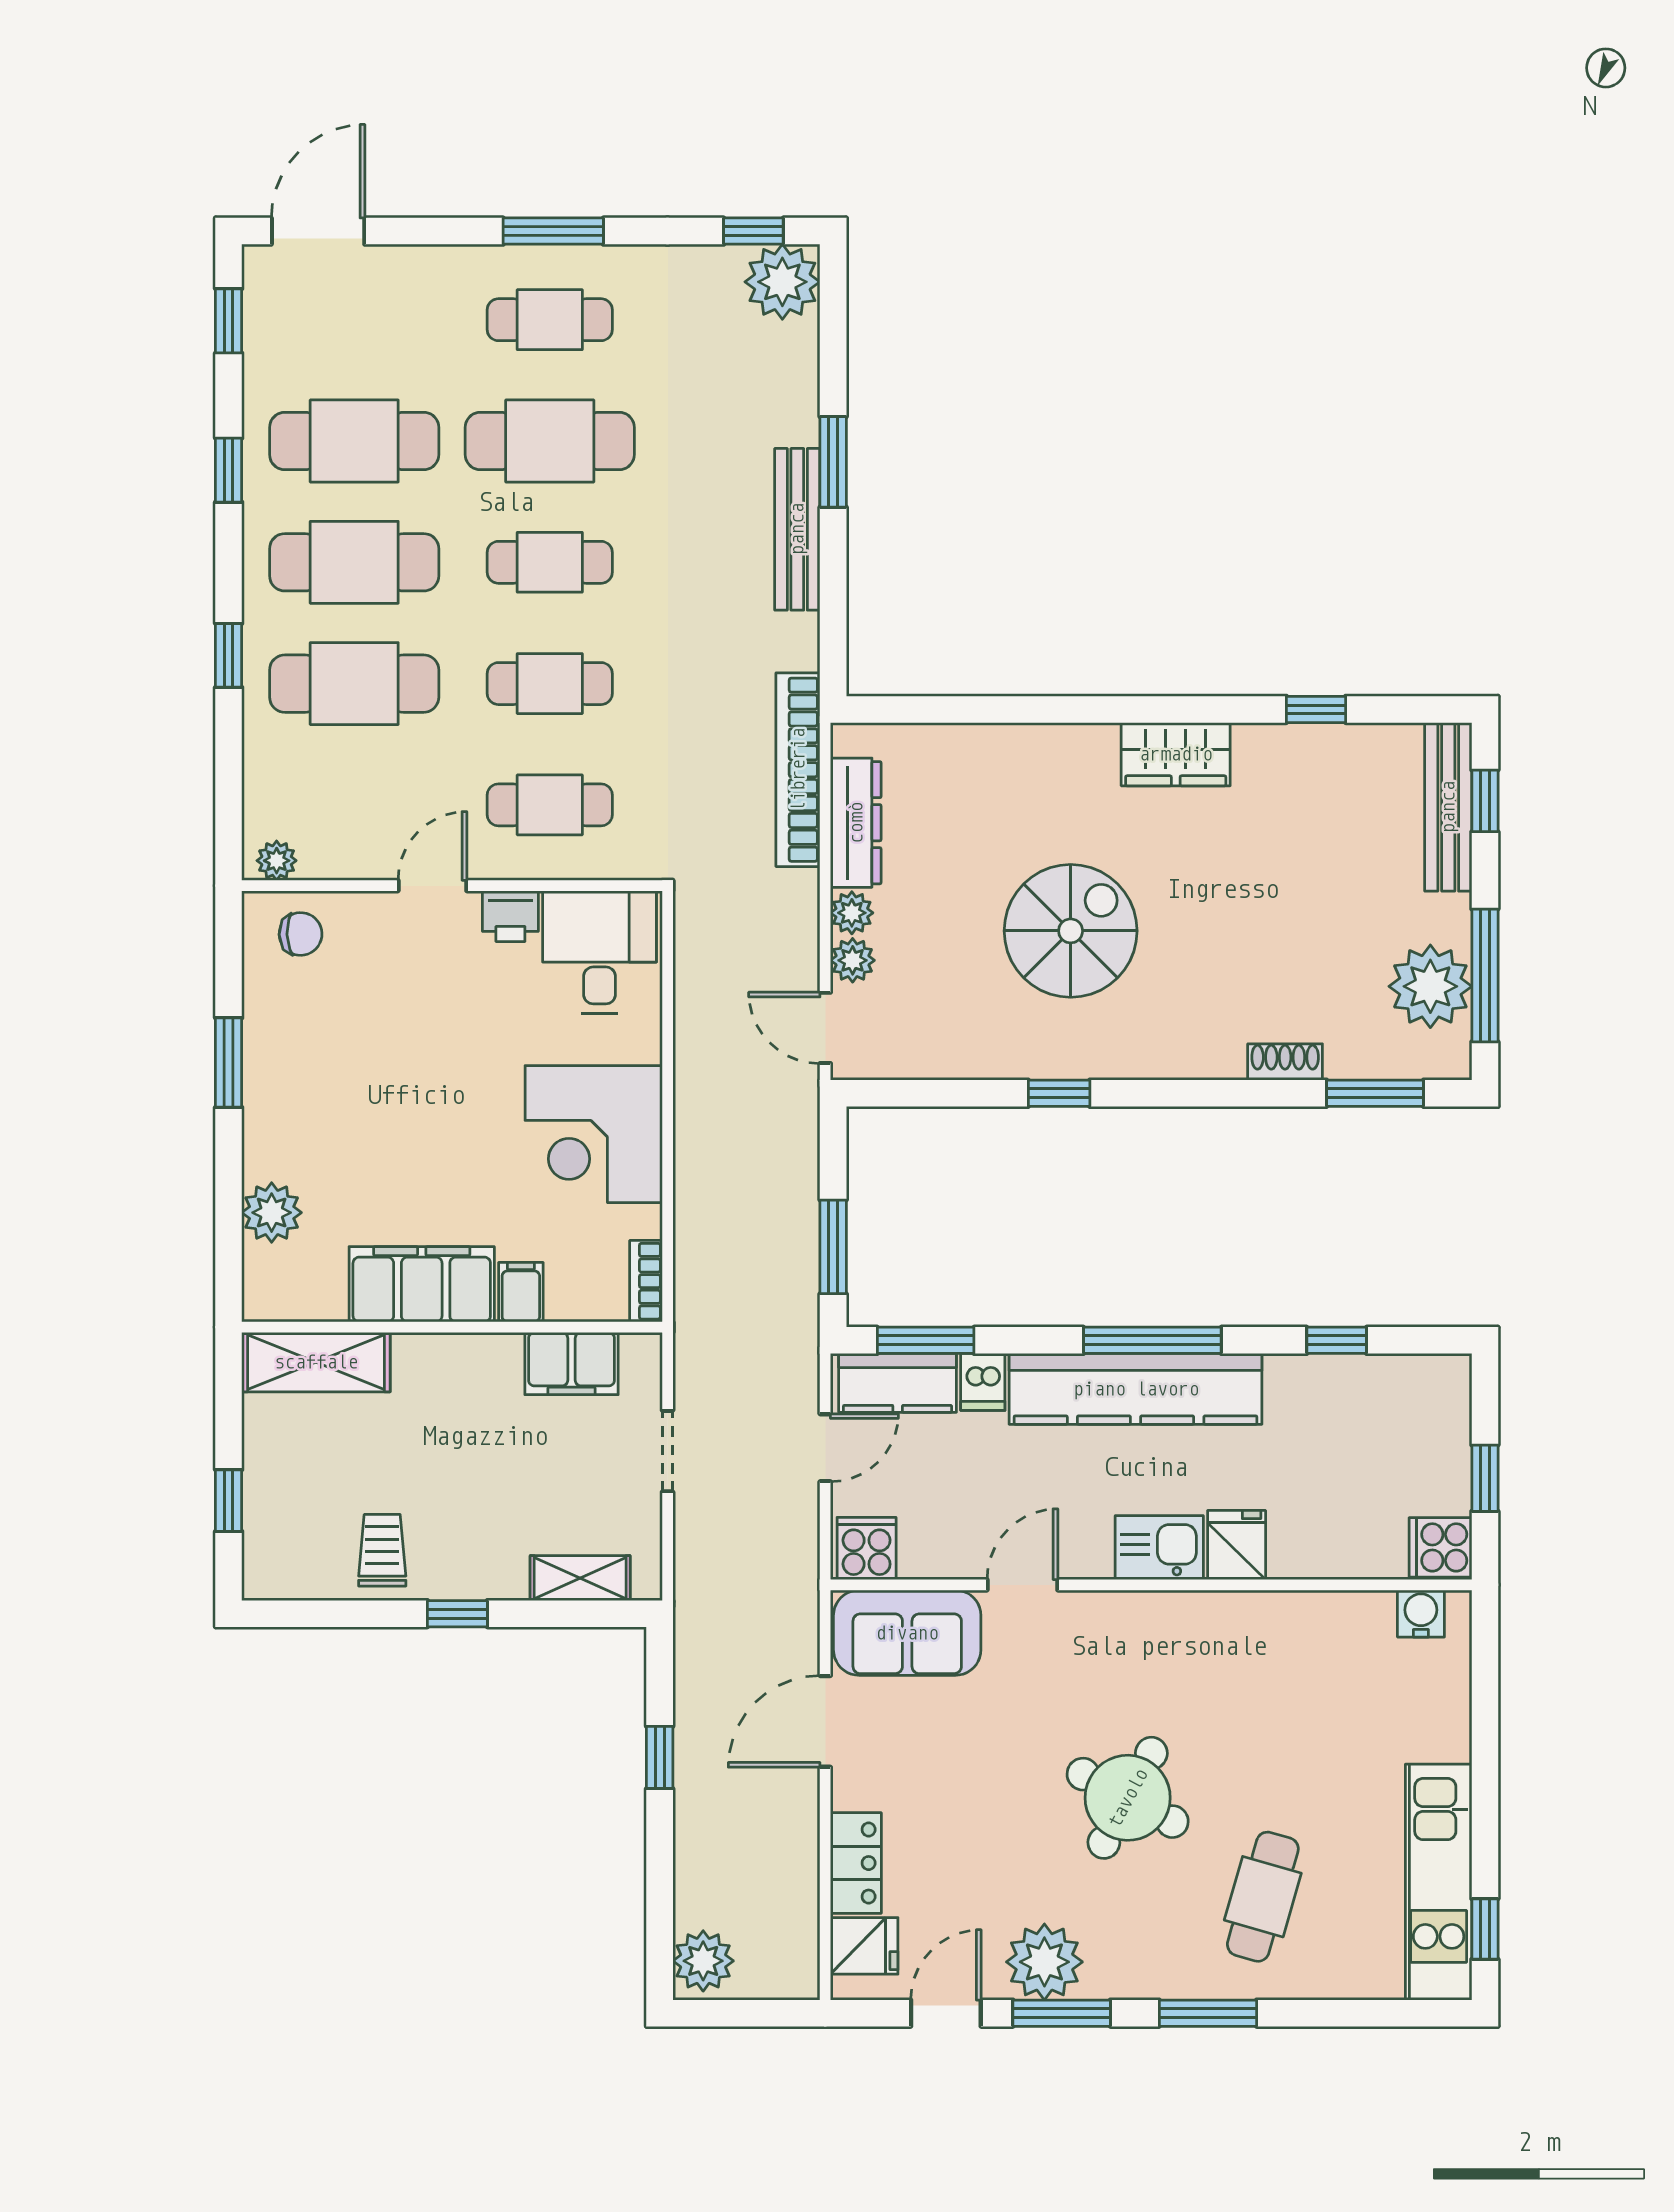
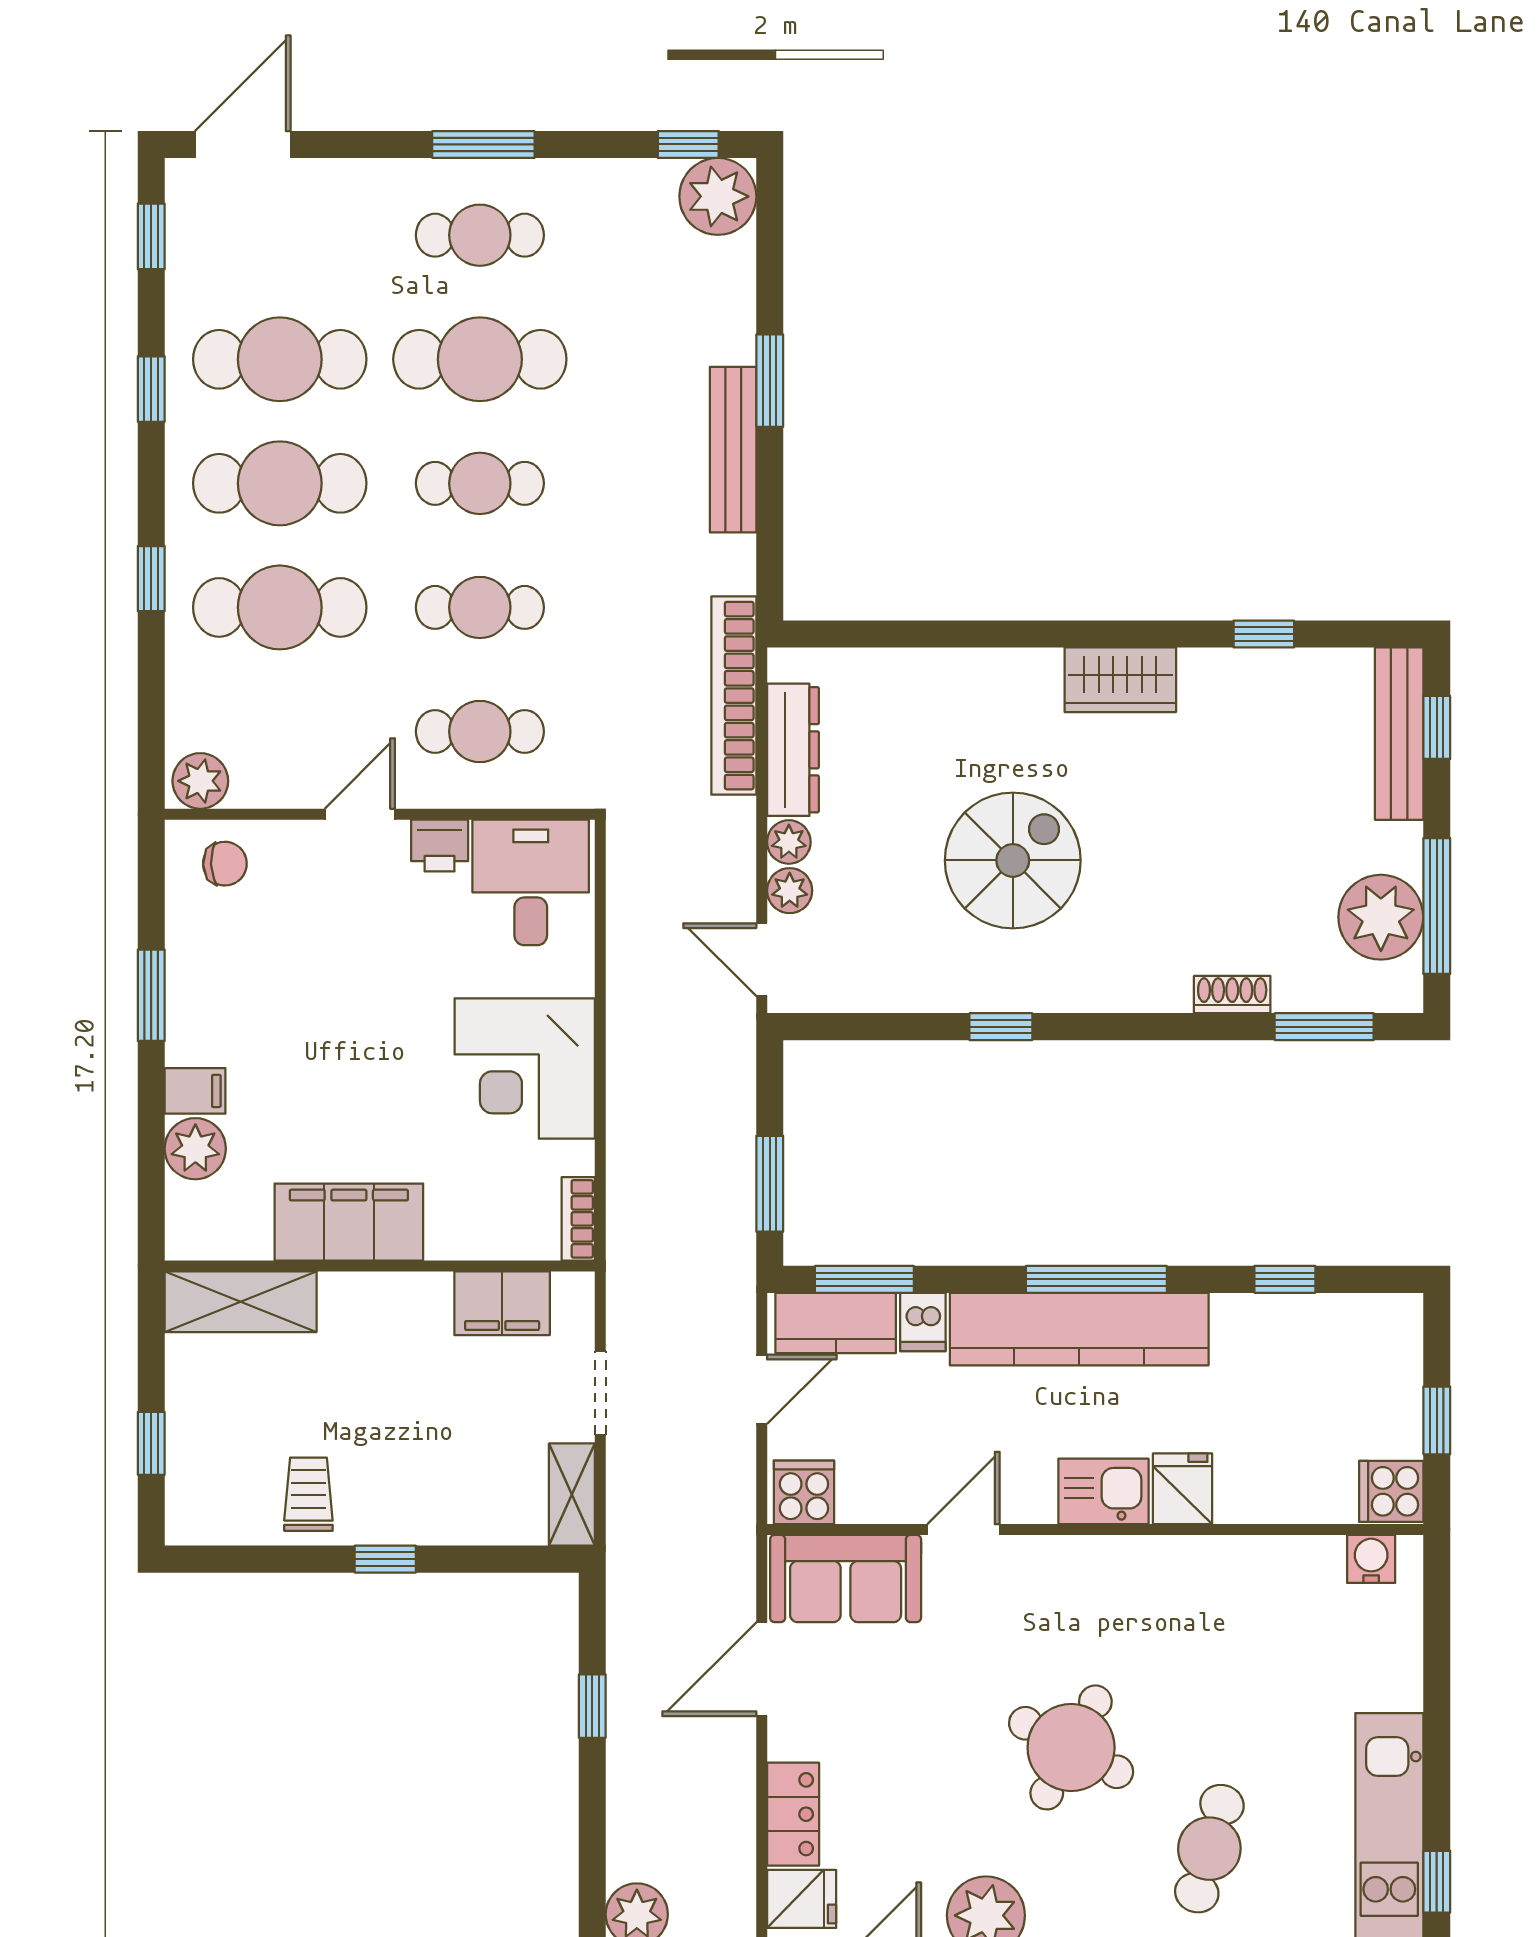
plant: (277, 861) -> (200, 781), width x1.38, depth x1.38
filing cabinet: (521, 1292) -> (195, 1091), moved, turned 90
shelving: (580, 1578) -> (572, 1495), moved, turned 90

